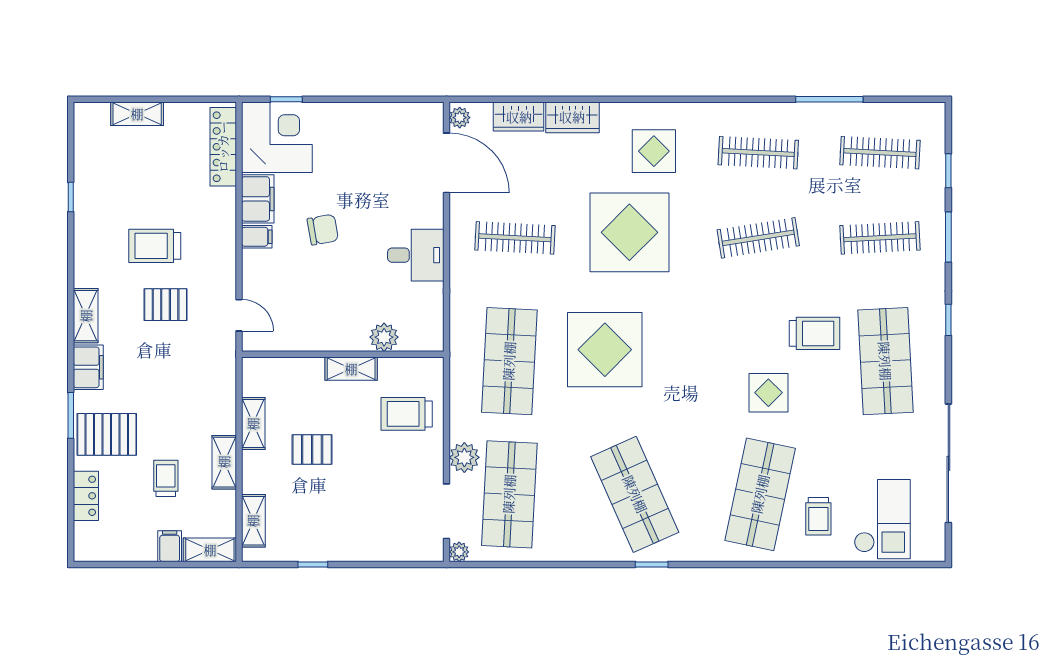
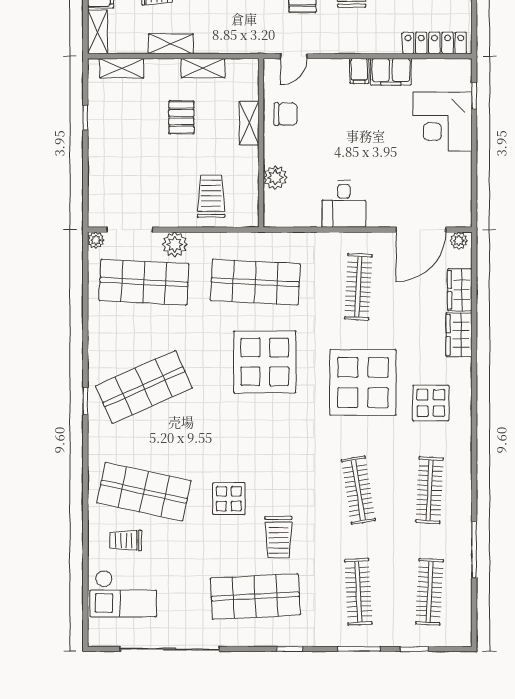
corner desk: (277, 137) -> (442, 122), moved, turned 90
chair: (323, 230) -> (286, 114), moved, turned -80
shelving: (351, 369) -> (249, 123), moved

